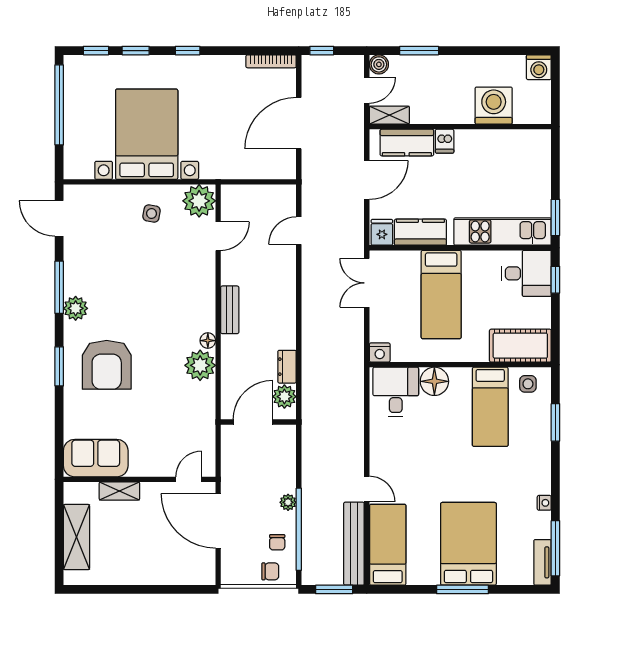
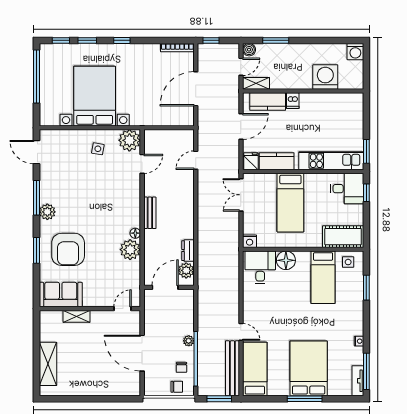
sofa: (96, 458) -> (61, 294), moved
wall: (139, 479) -> (90, 309), moved
door: (189, 479) -> (123, 309), moved
shelving: (119, 491) -> (77, 316), moved

